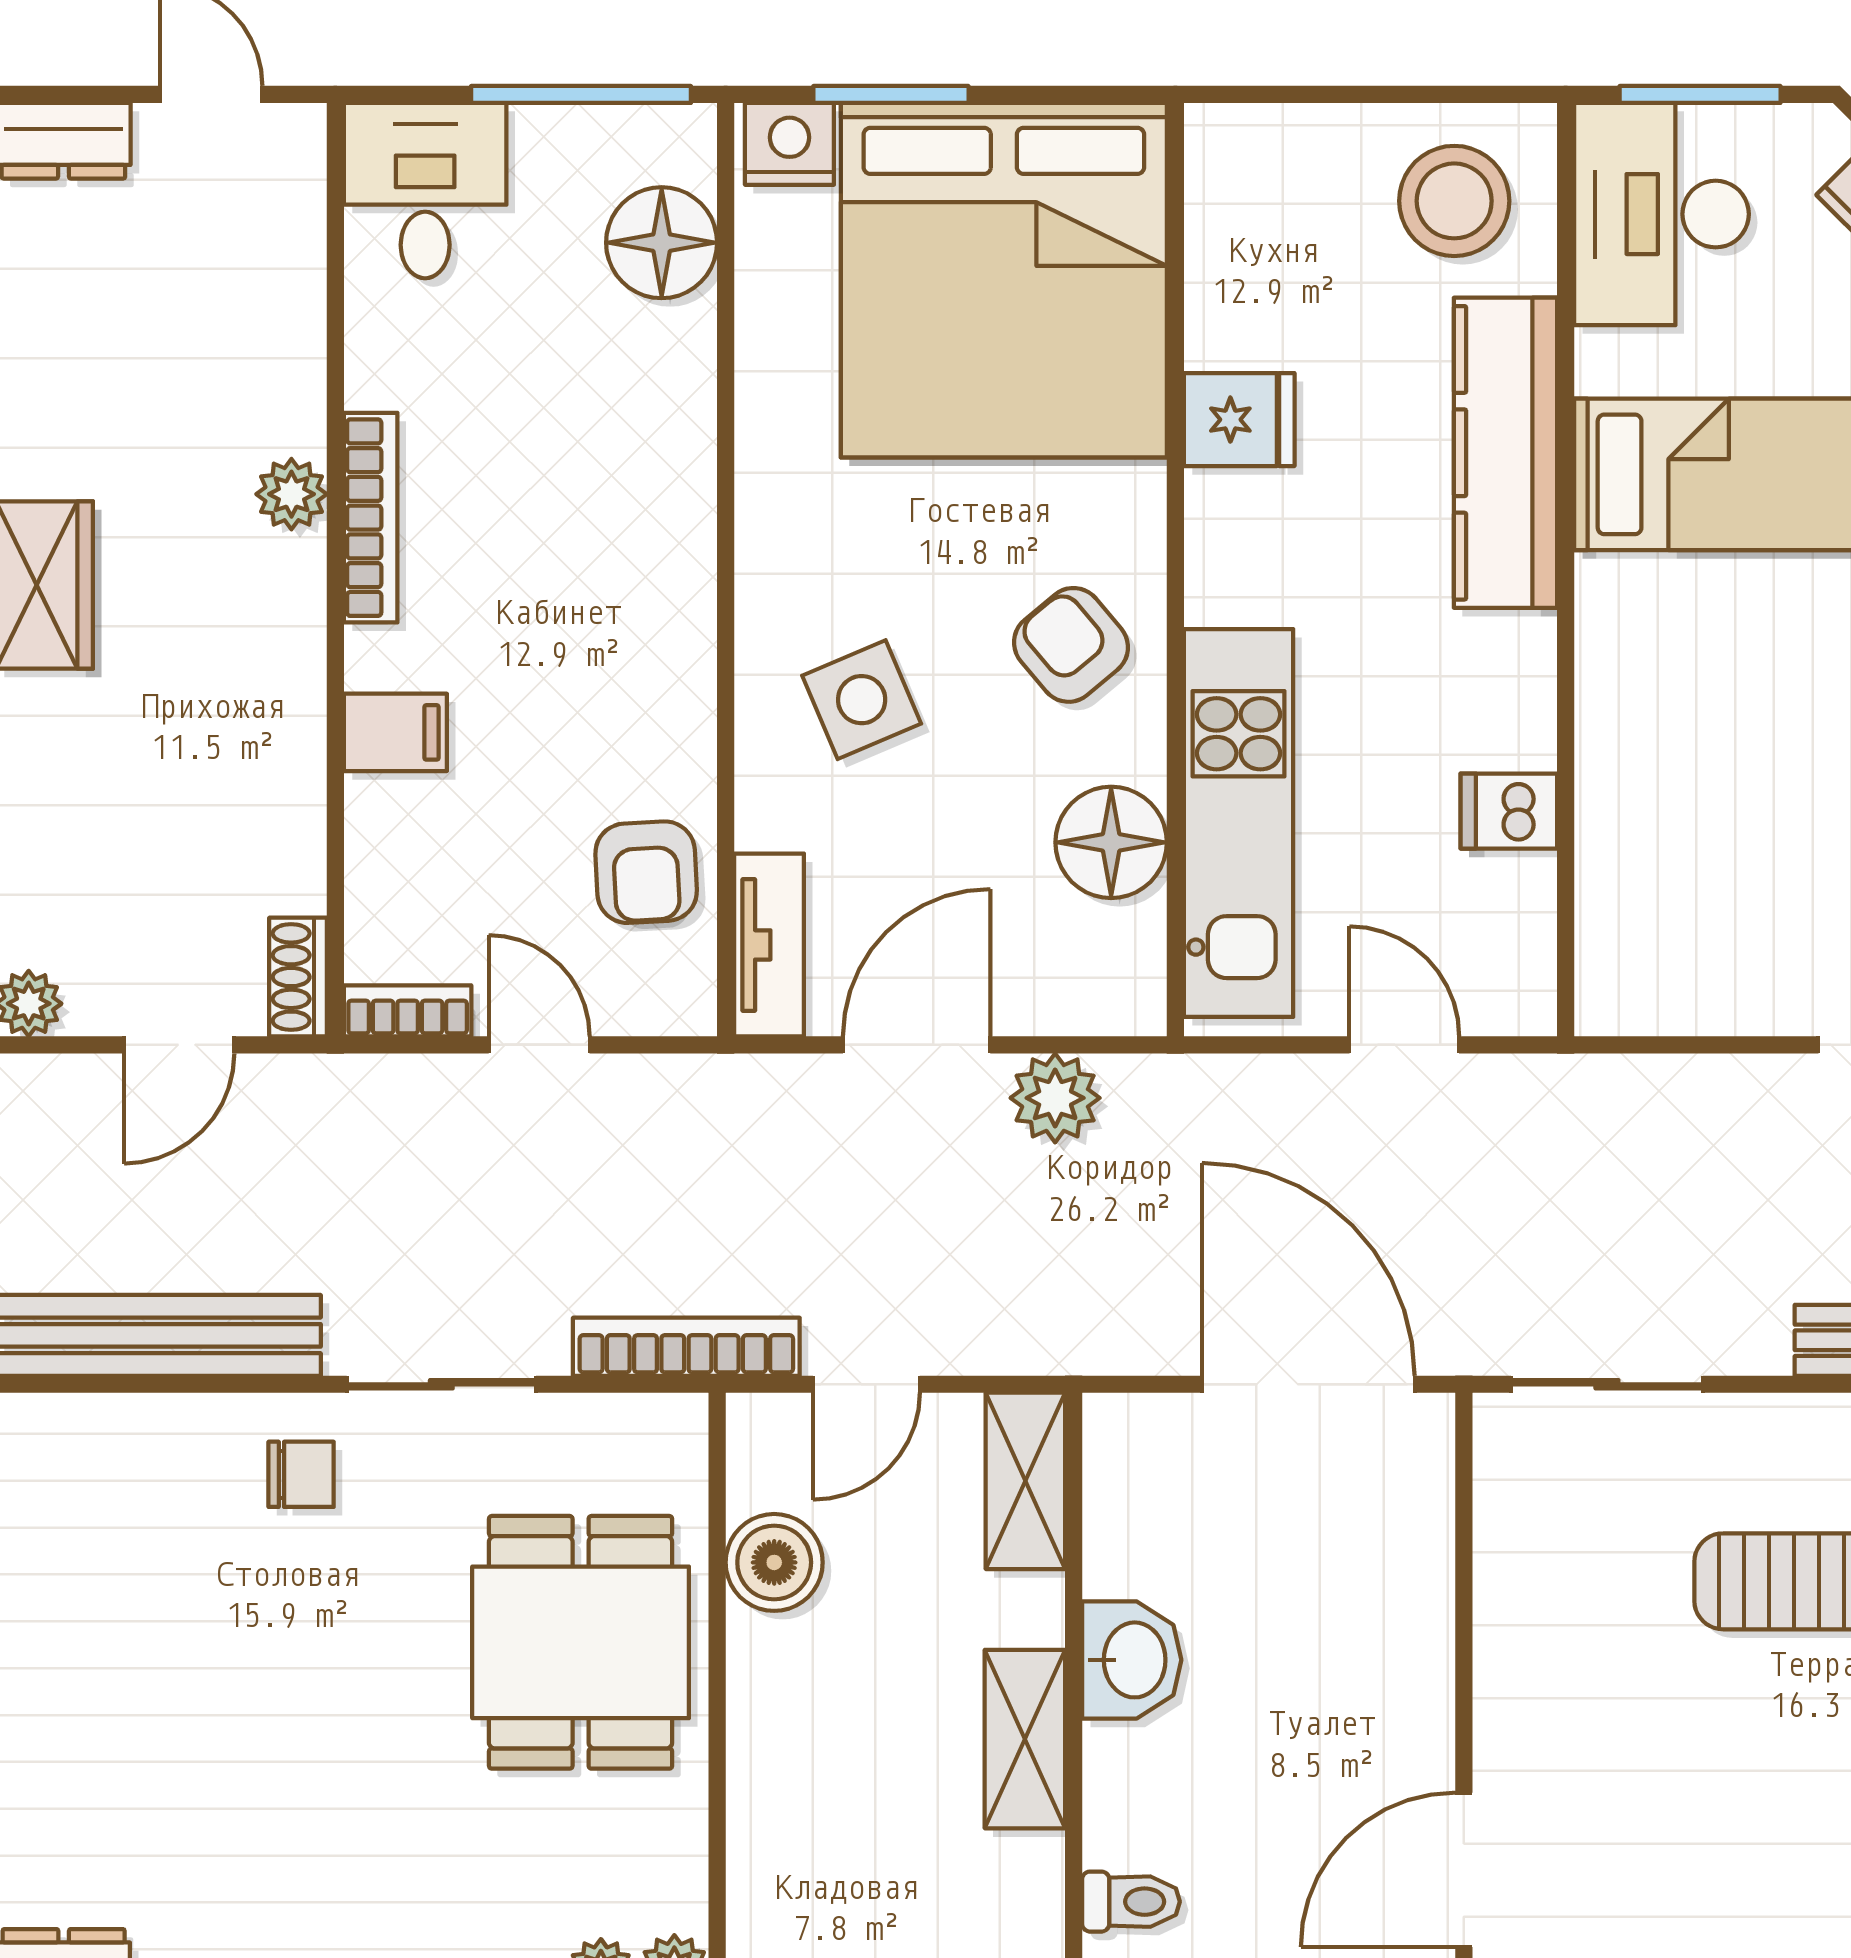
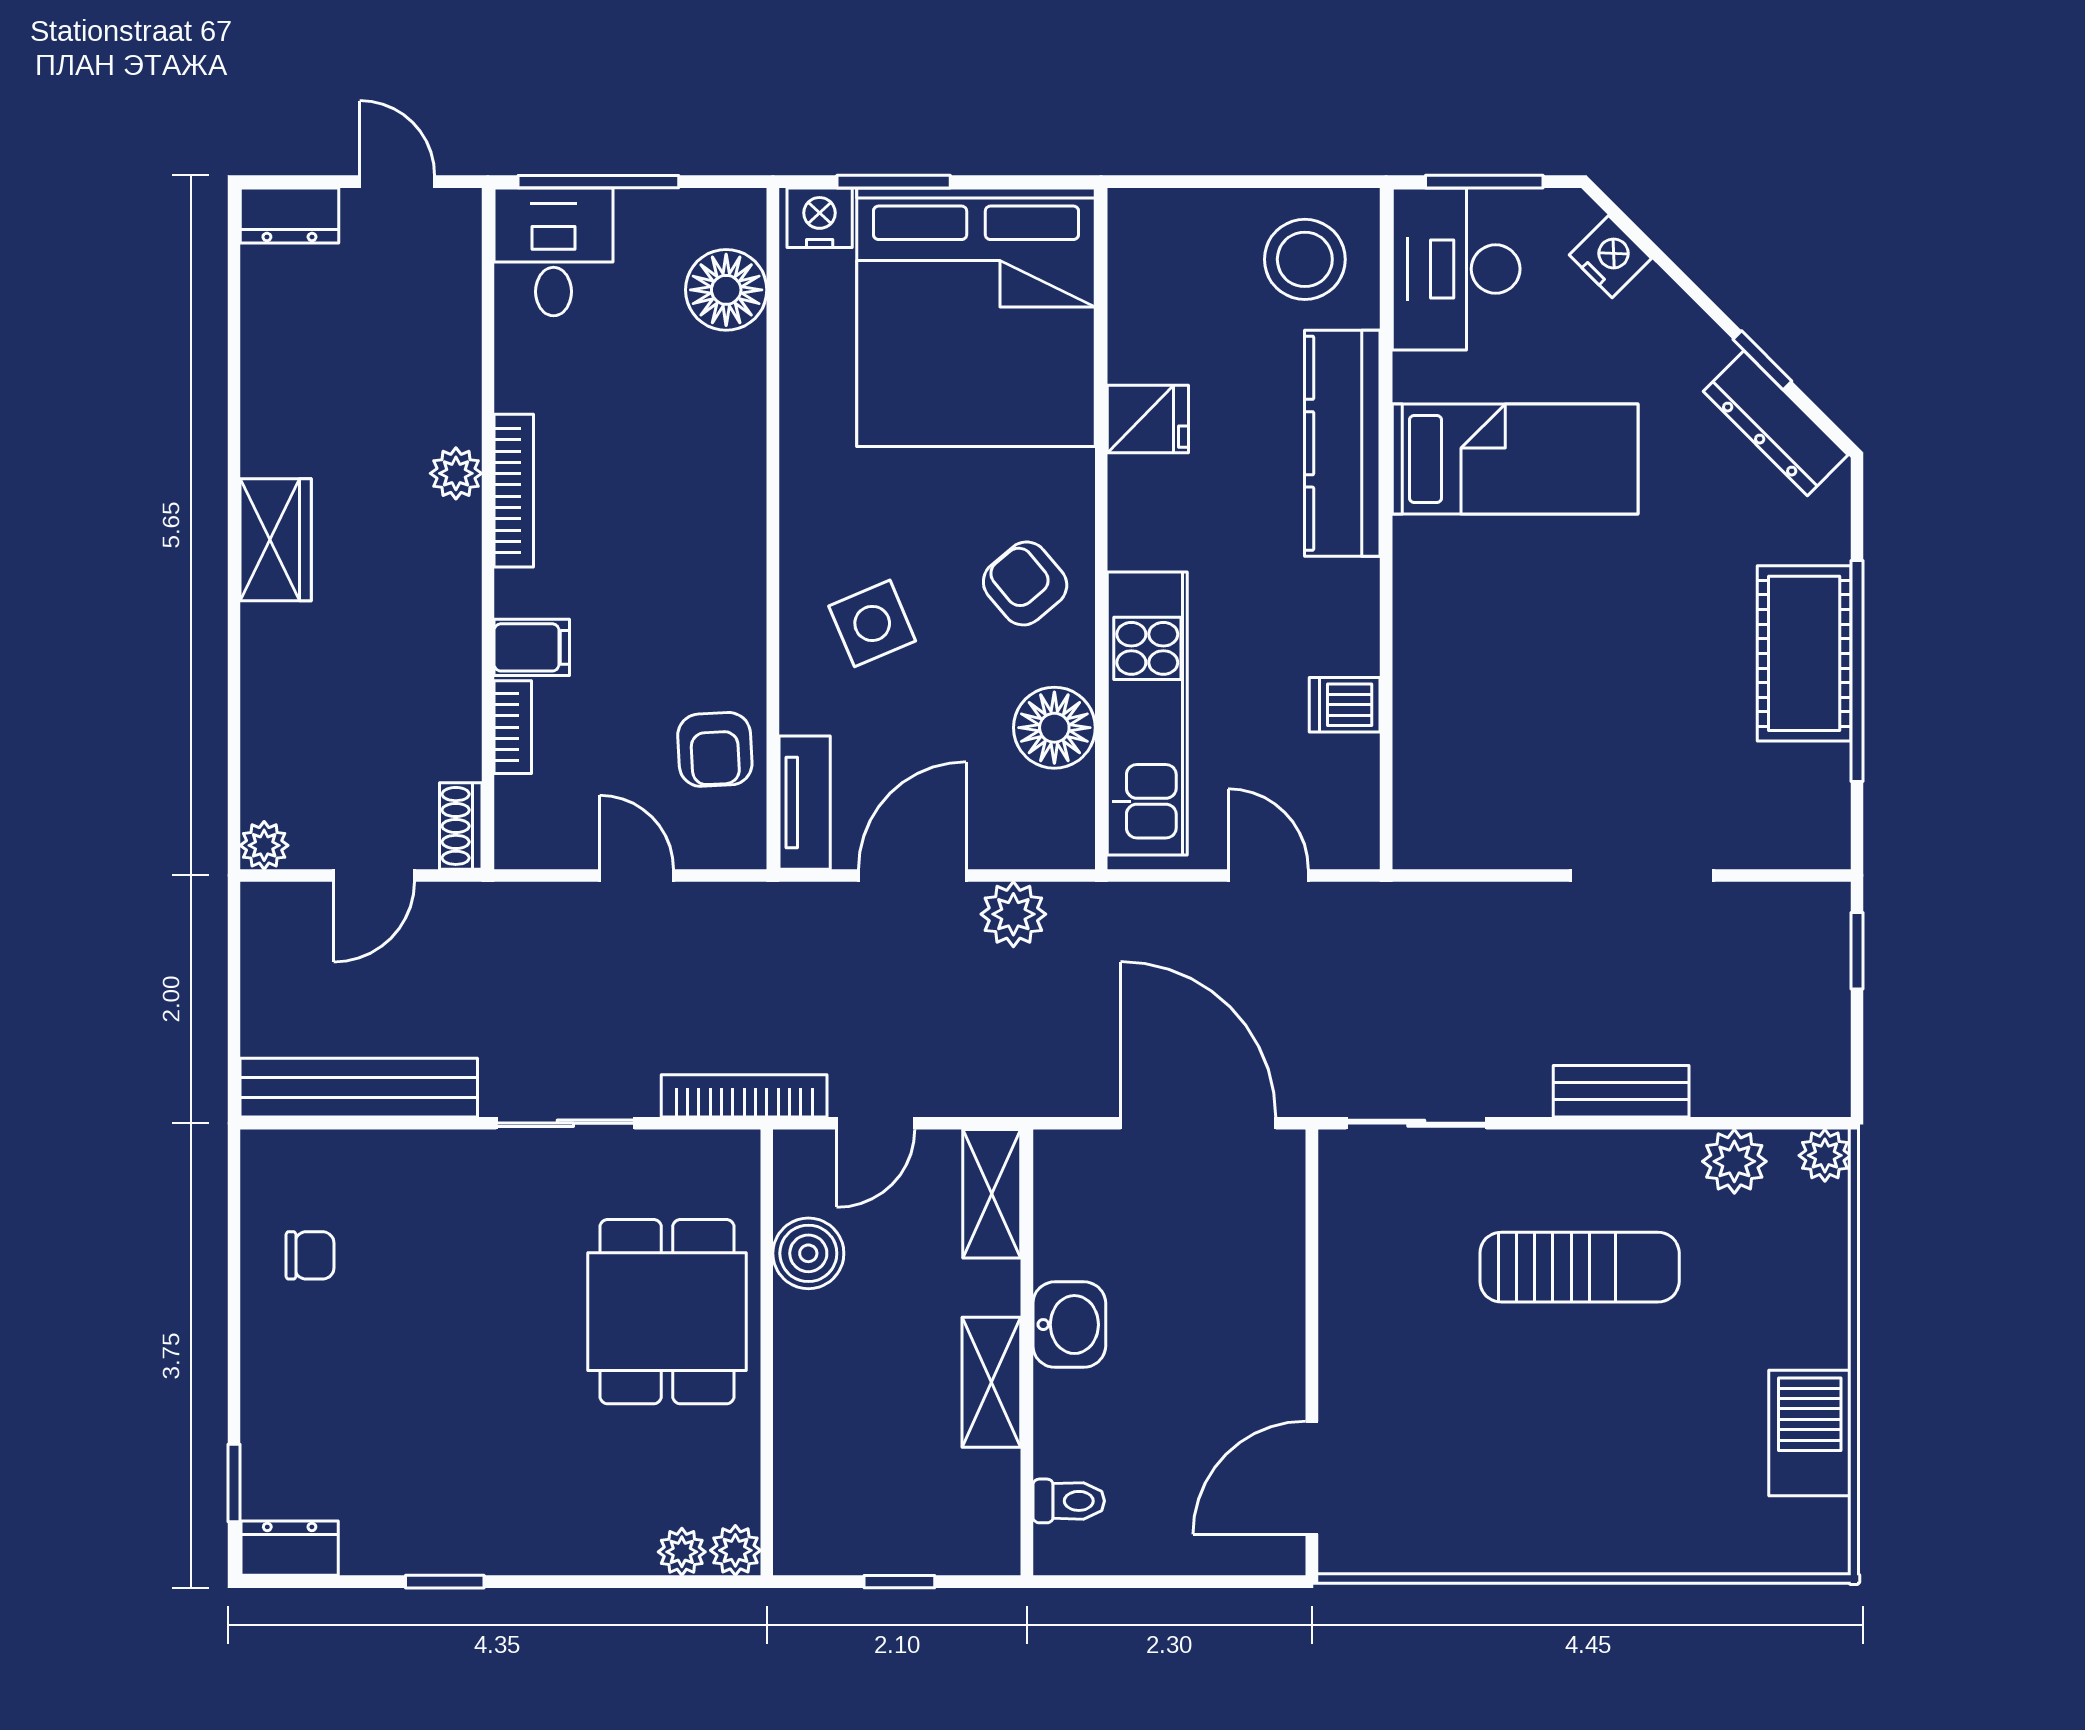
window: (581, 94) -> (598, 182), moved
bookcase: (408, 1011) -> (513, 727), moved, turned 90
chair: (301, 1474) -> (310, 1255), moved

